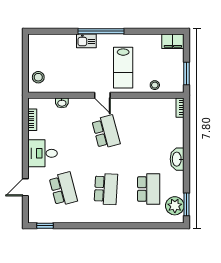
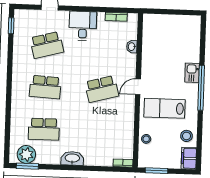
stool: (38, 77) -> (187, 136), moved

